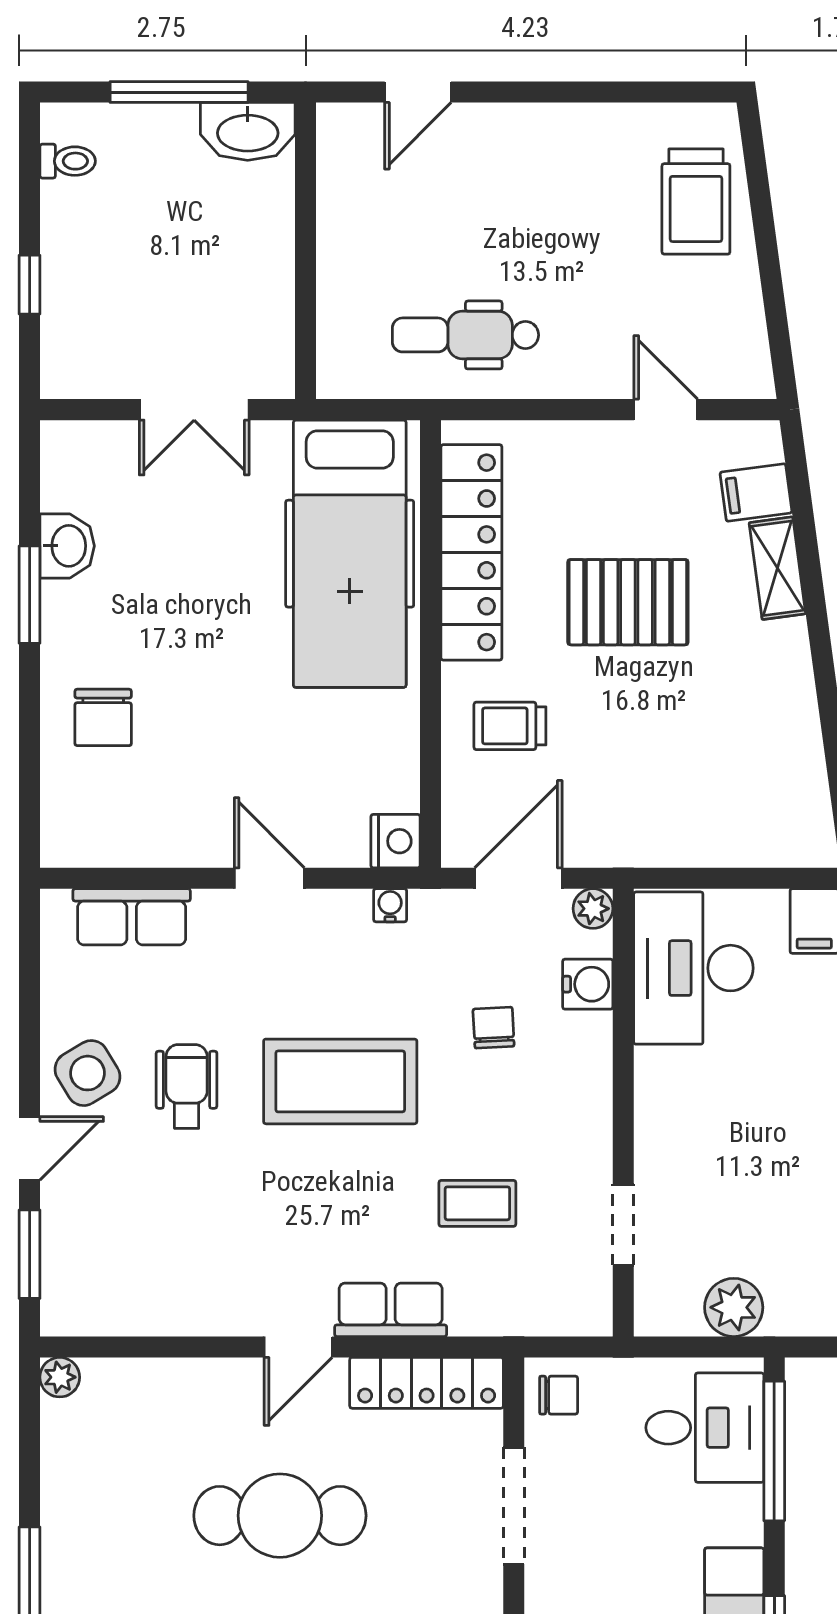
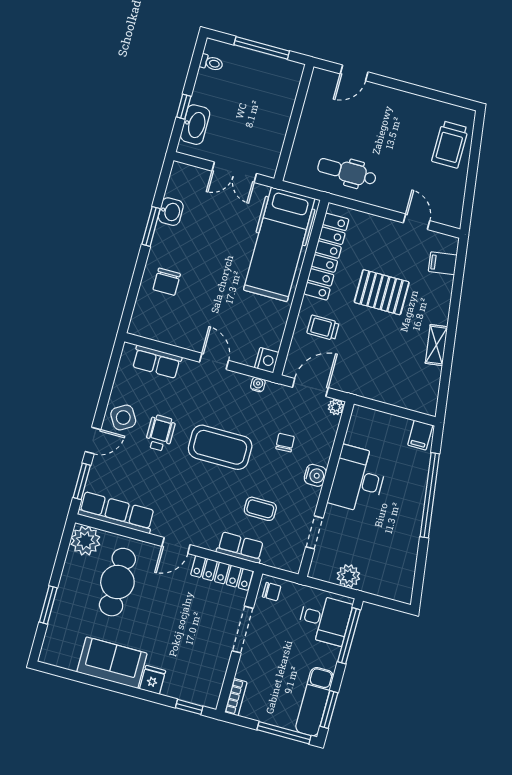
washbasin: (248, 131) -> (195, 125), moved, turned -90
shelving: (777, 568) -> (436, 345), moved
desk: (693, 968) -> (358, 479), moved
water cooler: (588, 984) -> (315, 475), moved
row of seats: (133, 1306) -> (116, 513), added
row of seats: (391, 1310) -> (240, 548), moved
plant: (60, 1377) -> (85, 541), width x1.88, depth x1.88
cafe table: (280, 1516) -> (117, 582), moved, turned 90

